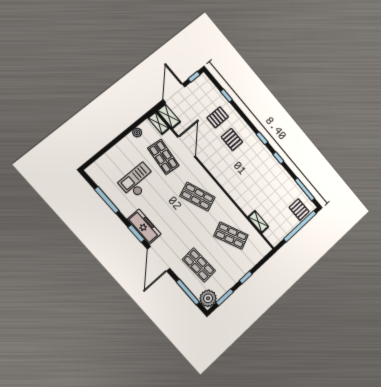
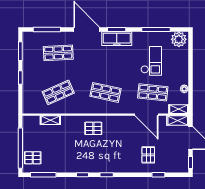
pallet: (232, 139) -> (93, 128), moved
shop shelf: (198, 197) -> (105, 92), turned 33
plant: (208, 298) -> (179, 39), moved

